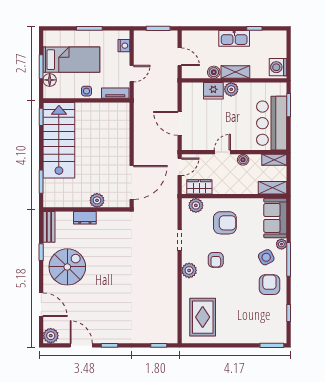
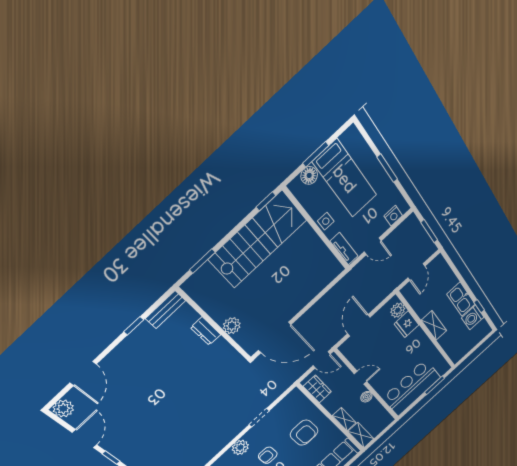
washing machine: (278, 67) -> (473, 318), moved, turned -90
boiler: (214, 72) -> (422, 310), removed
plant: (231, 89) -> (398, 310), moved
shelving: (274, 160) -> (344, 419), moved
plant: (196, 205) -> (300, 401), removed
spiral stairs: (67, 267) -> (144, 360), removed

